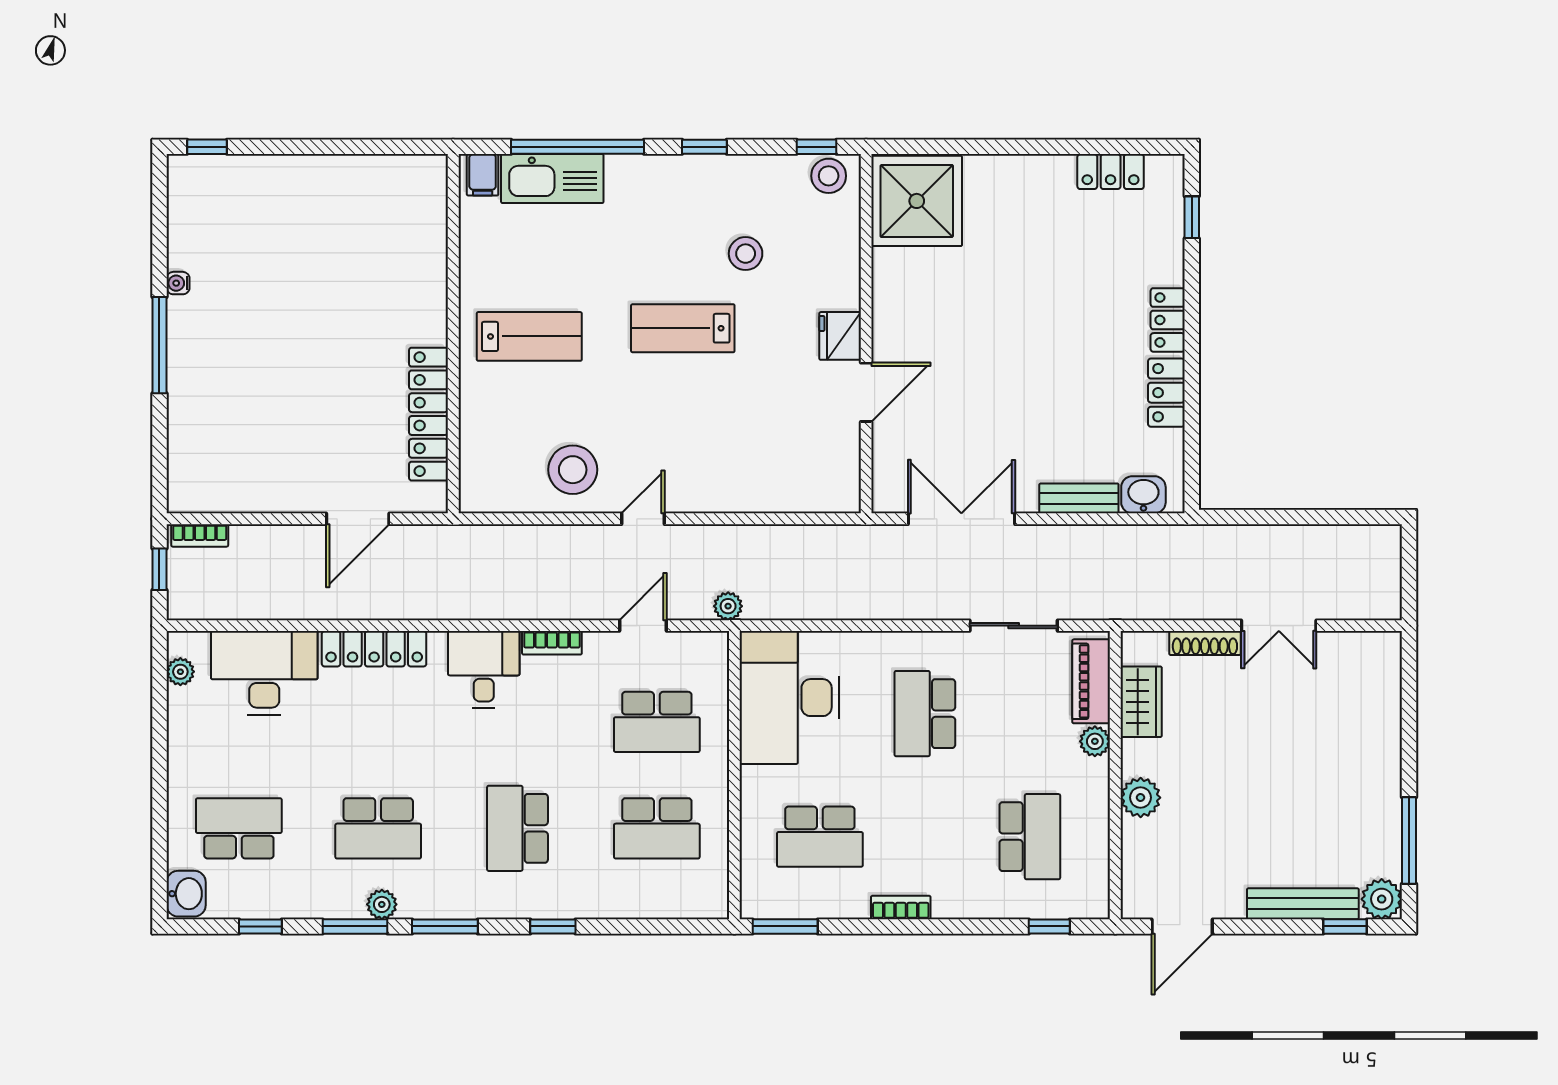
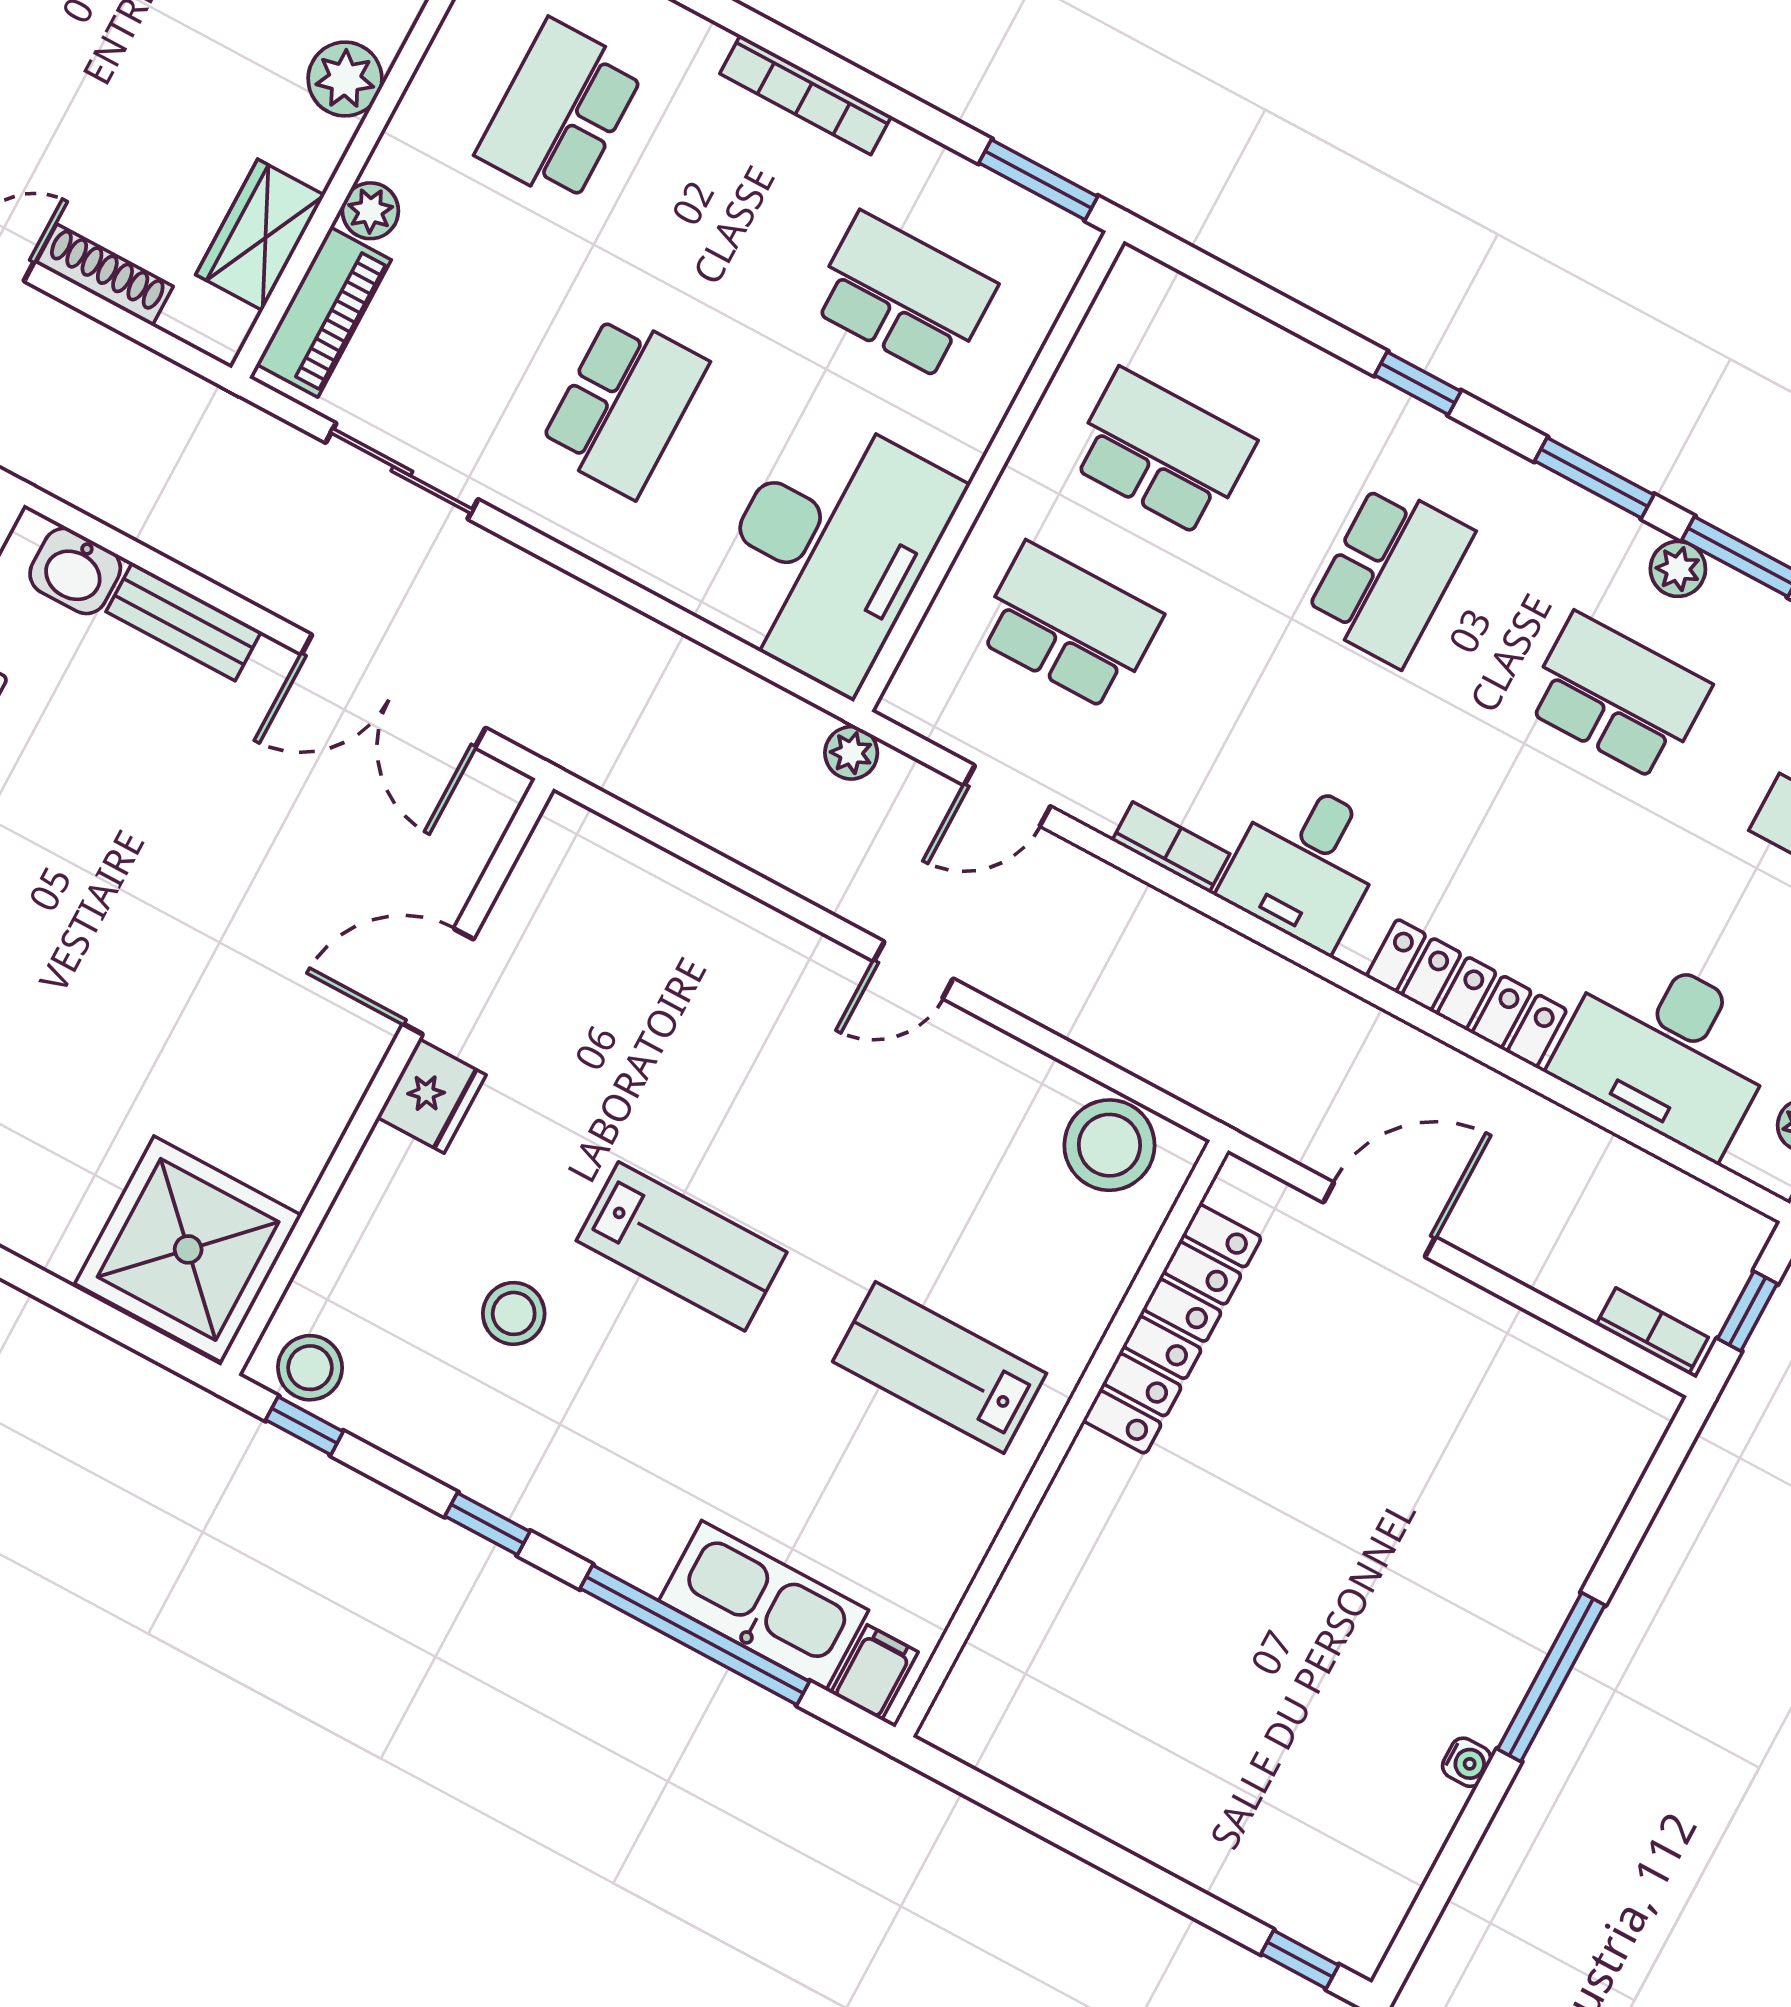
stool: (573, 470) -> (1109, 1145), moved
bookcase: (901, 907) -> (806, 95), width x1.56

